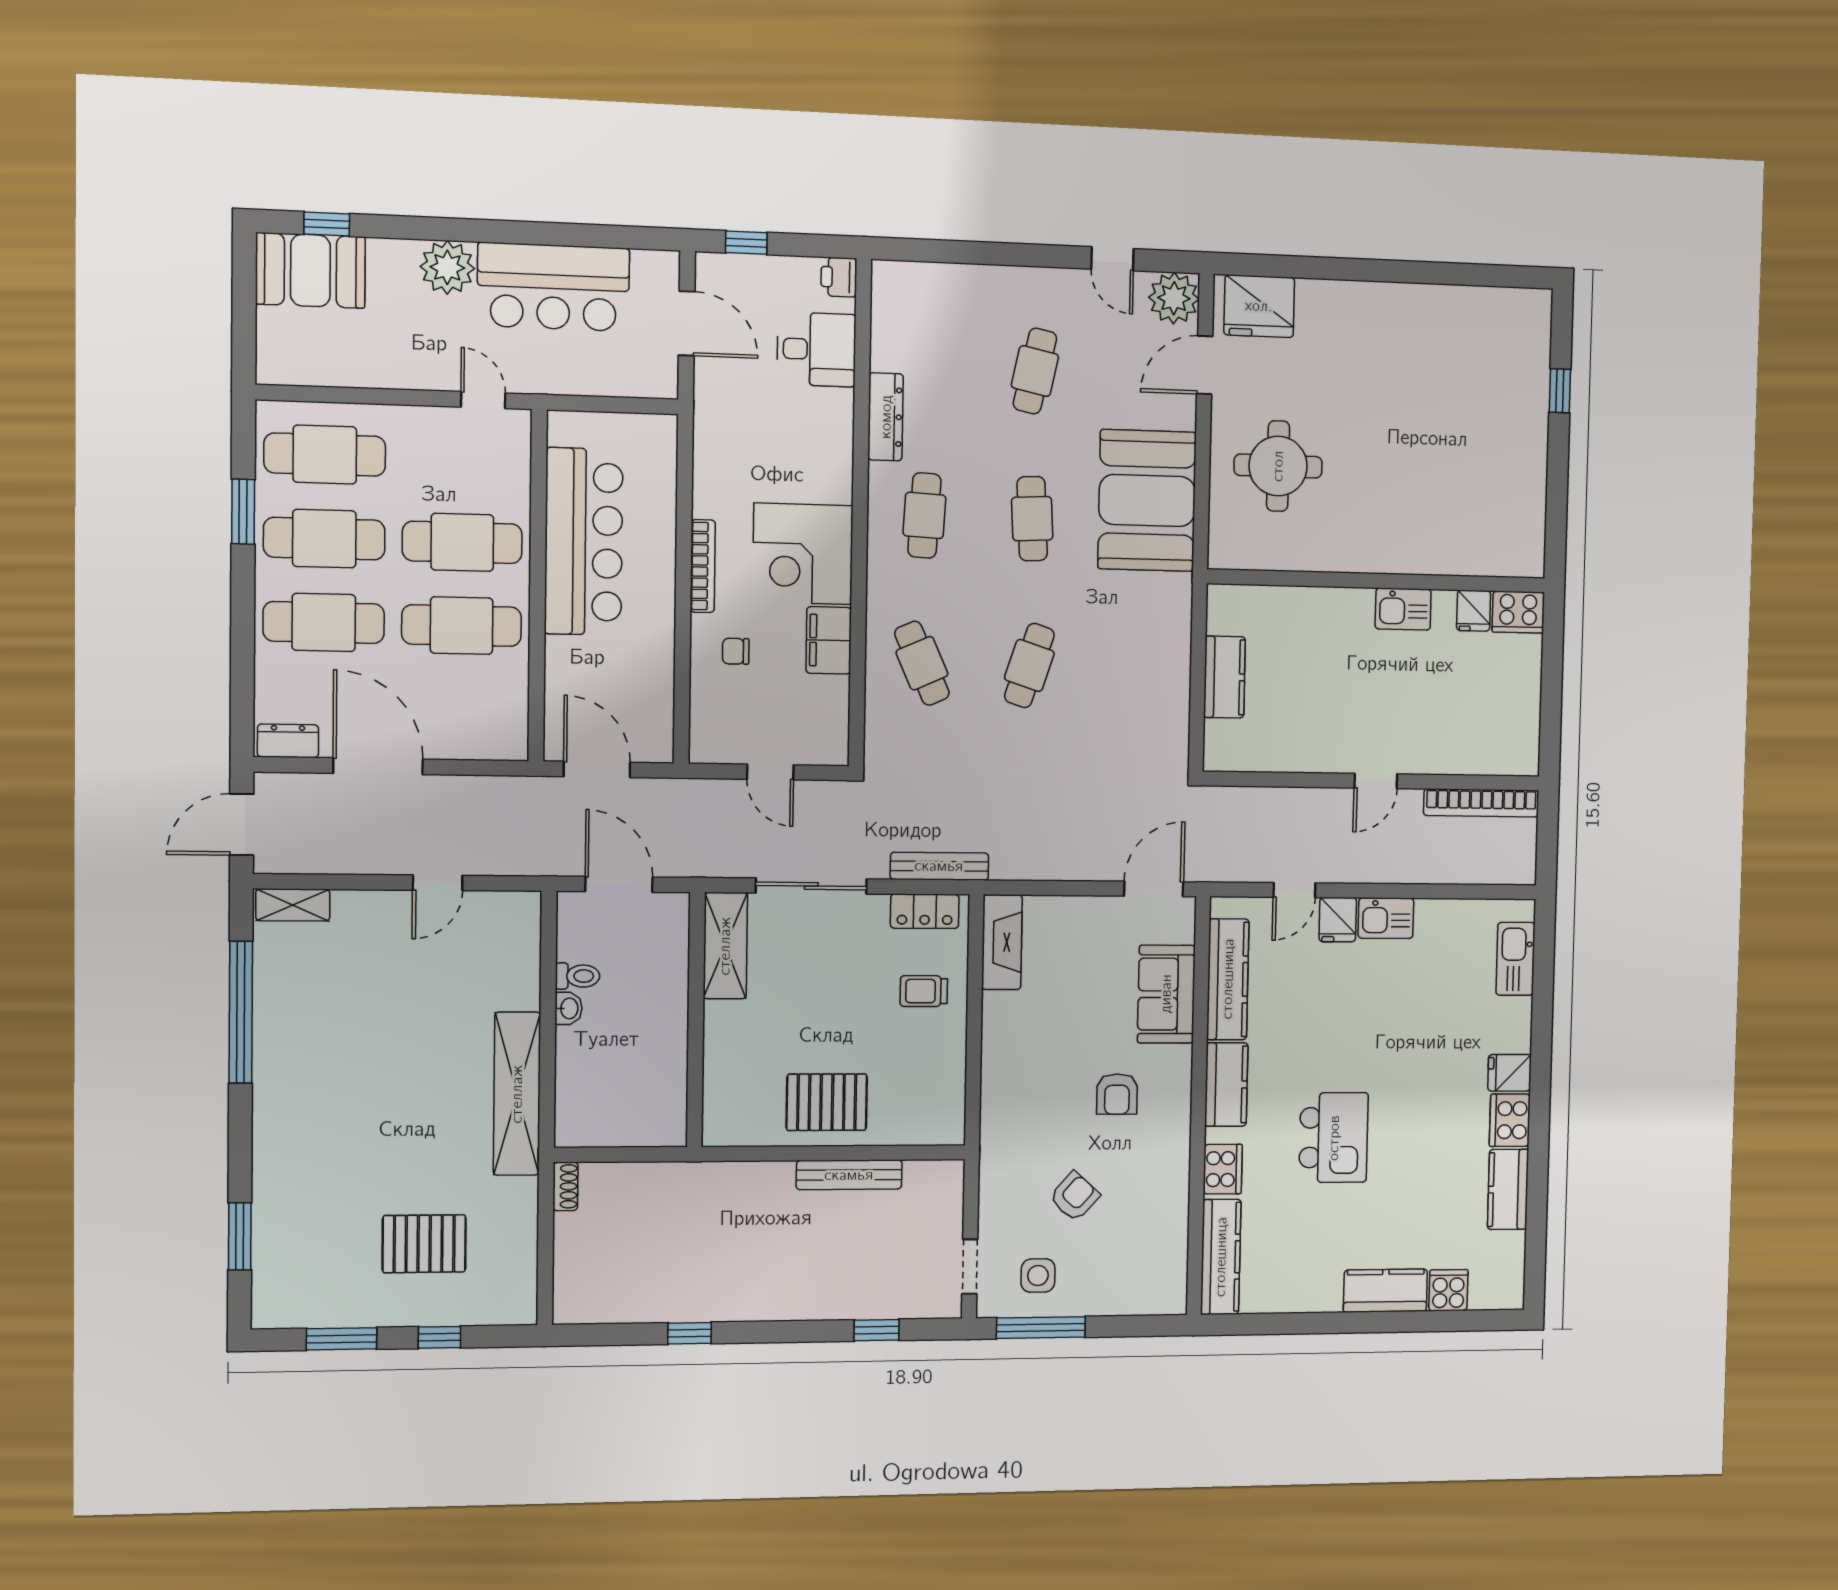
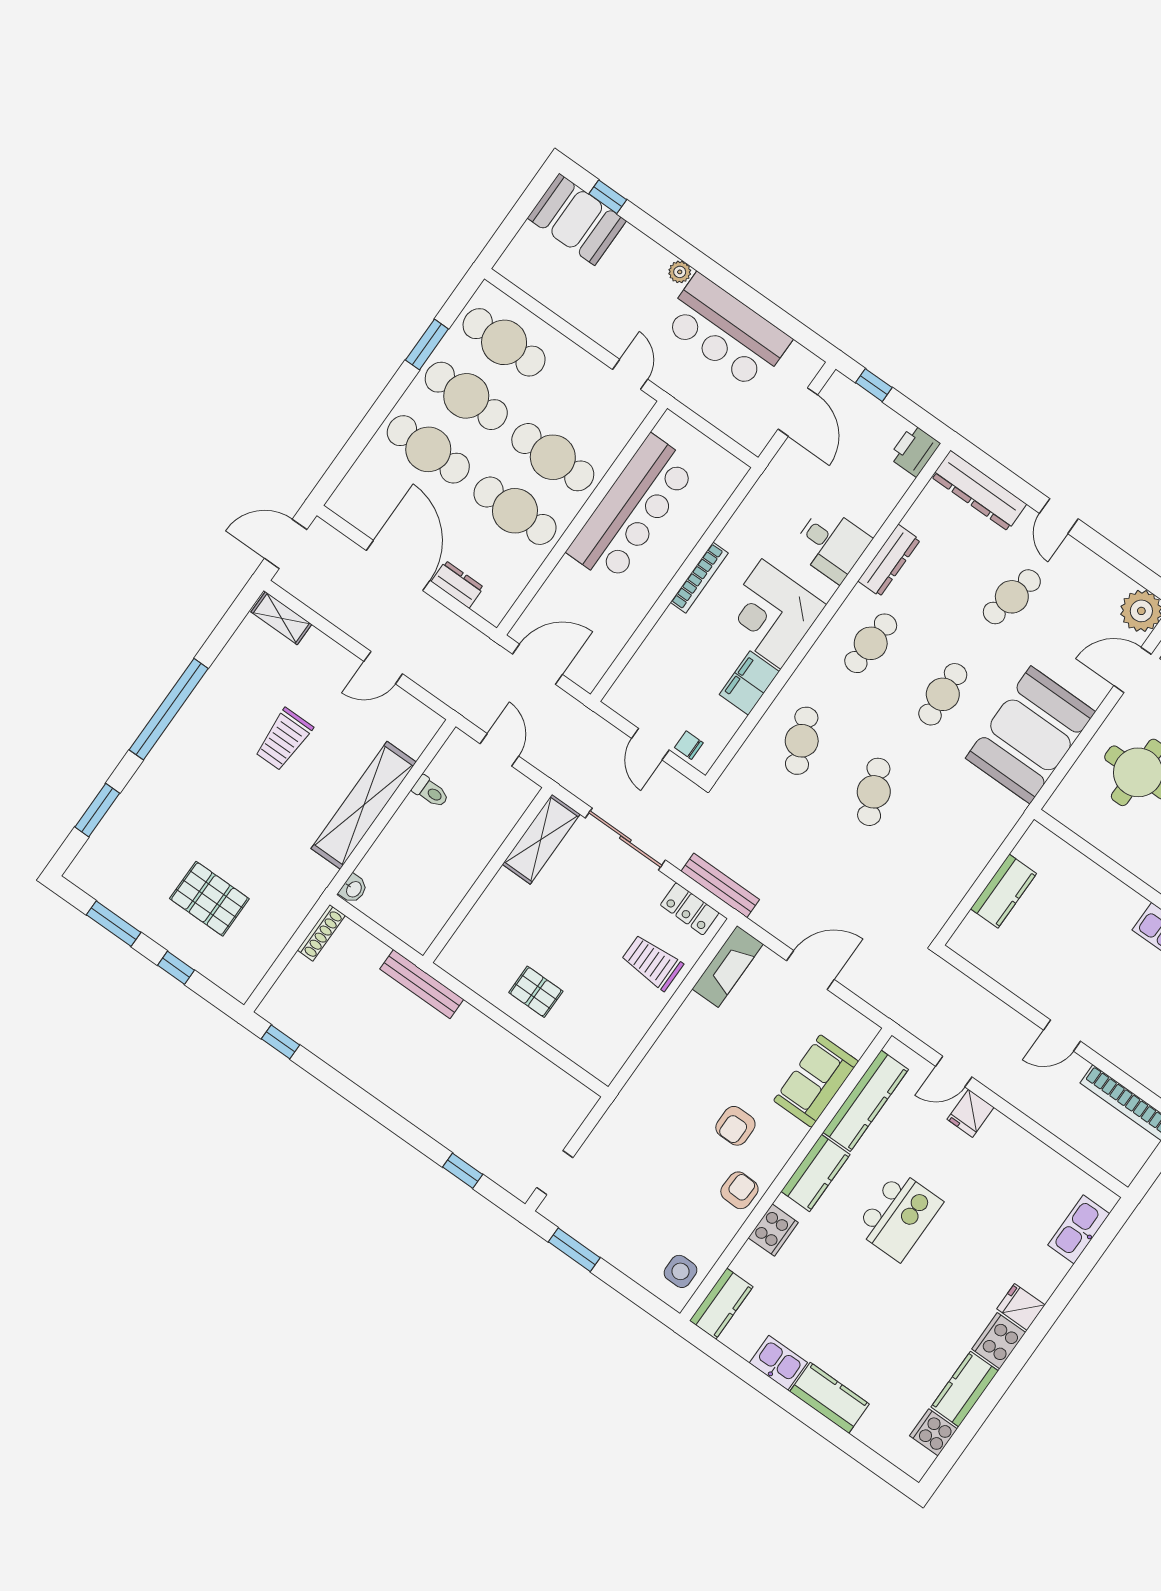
door: (1112, 259) -> (1059, 516), moved
plant: (447, 267) -> (680, 272), width x0.53, depth x0.53
printer: (839, 277) -> (915, 450), width x1.36, depth x1.24
dresser: (929, 282) -> (979, 491), added
desk: (816, 349) -> (831, 544), moved
chair: (736, 651) -> (689, 745), moved
cafe table: (1029, 665) -> (874, 792), turned -42
dresser: (288, 741) -> (457, 584), moved
door: (597, 769) -> (537, 664), hinge flipped
door: (619, 884) -> (499, 750), width x0.73
door: (1154, 889) -> (810, 970), moved
kitchen sink: (1386, 918) -> (778, 1363), moved, turned 180
trolley: (924, 991) -> (652, 962), width x1.36, depth x1.39
washbasin: (569, 1008) -> (353, 889), moved
window: (241, 1012) -> (169, 709), moved
trolley: (385, 1028) -> (284, 739), added
shelving: (517, 1094) -> (364, 805), moved
pallet: (827, 1102) -> (536, 992), width x0.67, depth x0.71
kitchen island: (1334, 1138) -> (899, 1216), moved
bench: (849, 1175) -> (422, 984), moved
shoe rack: (565, 1186) -> (321, 933), width x1.43
armchair: (1074, 1197) -> (739, 1190), moved, turned -40
kitchen counter: (1221, 1257) -> (721, 1304), width x0.67
side table: (1038, 1275) -> (680, 1271), moved
cooker: (1448, 1290) -> (933, 1432), moved, turned -90
window: (1041, 1328) -> (574, 1250), width x0.69
window: (690, 1333) -> (281, 1042), moved

